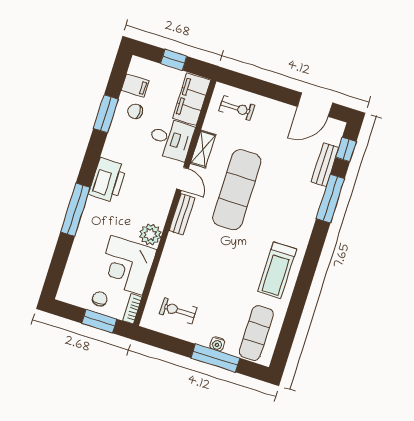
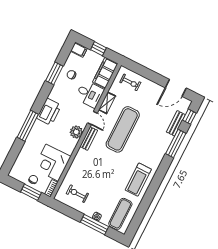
filing cabinet: (135, 86) -> (79, 50), moved
plant: (150, 234) -> (76, 132), moved

